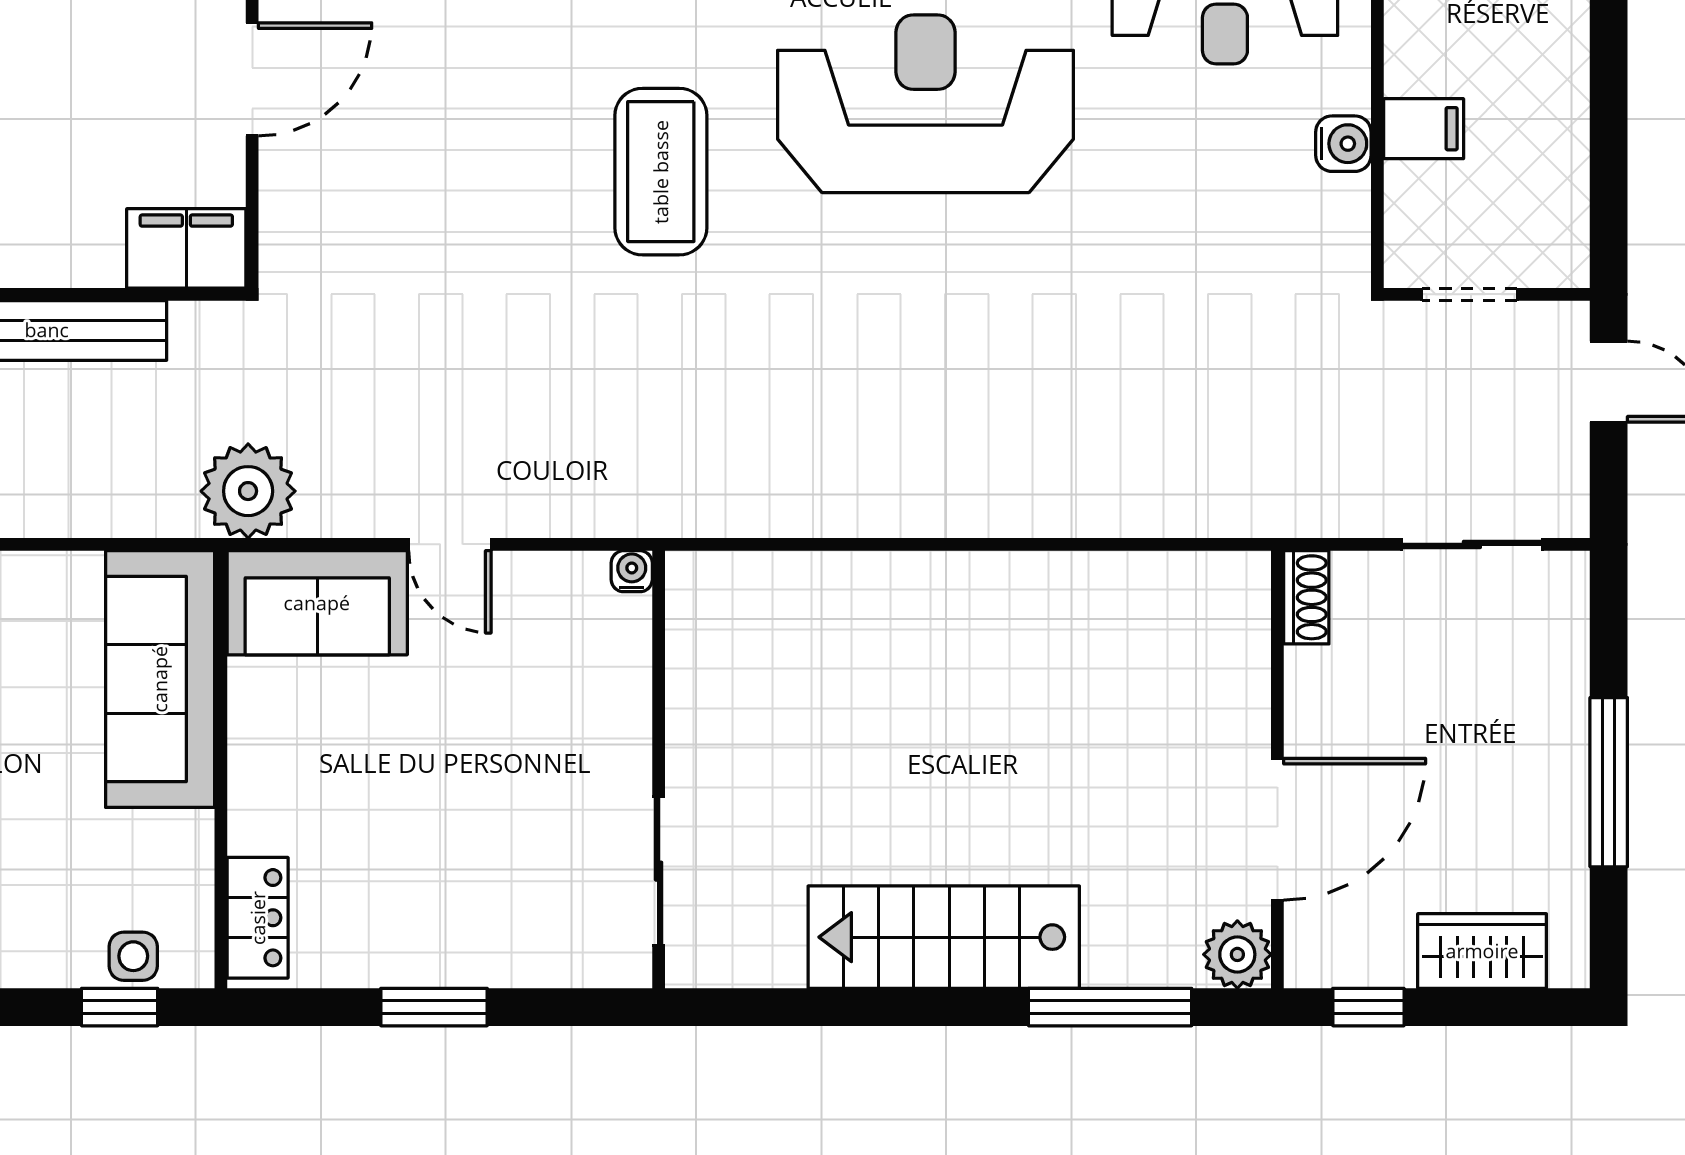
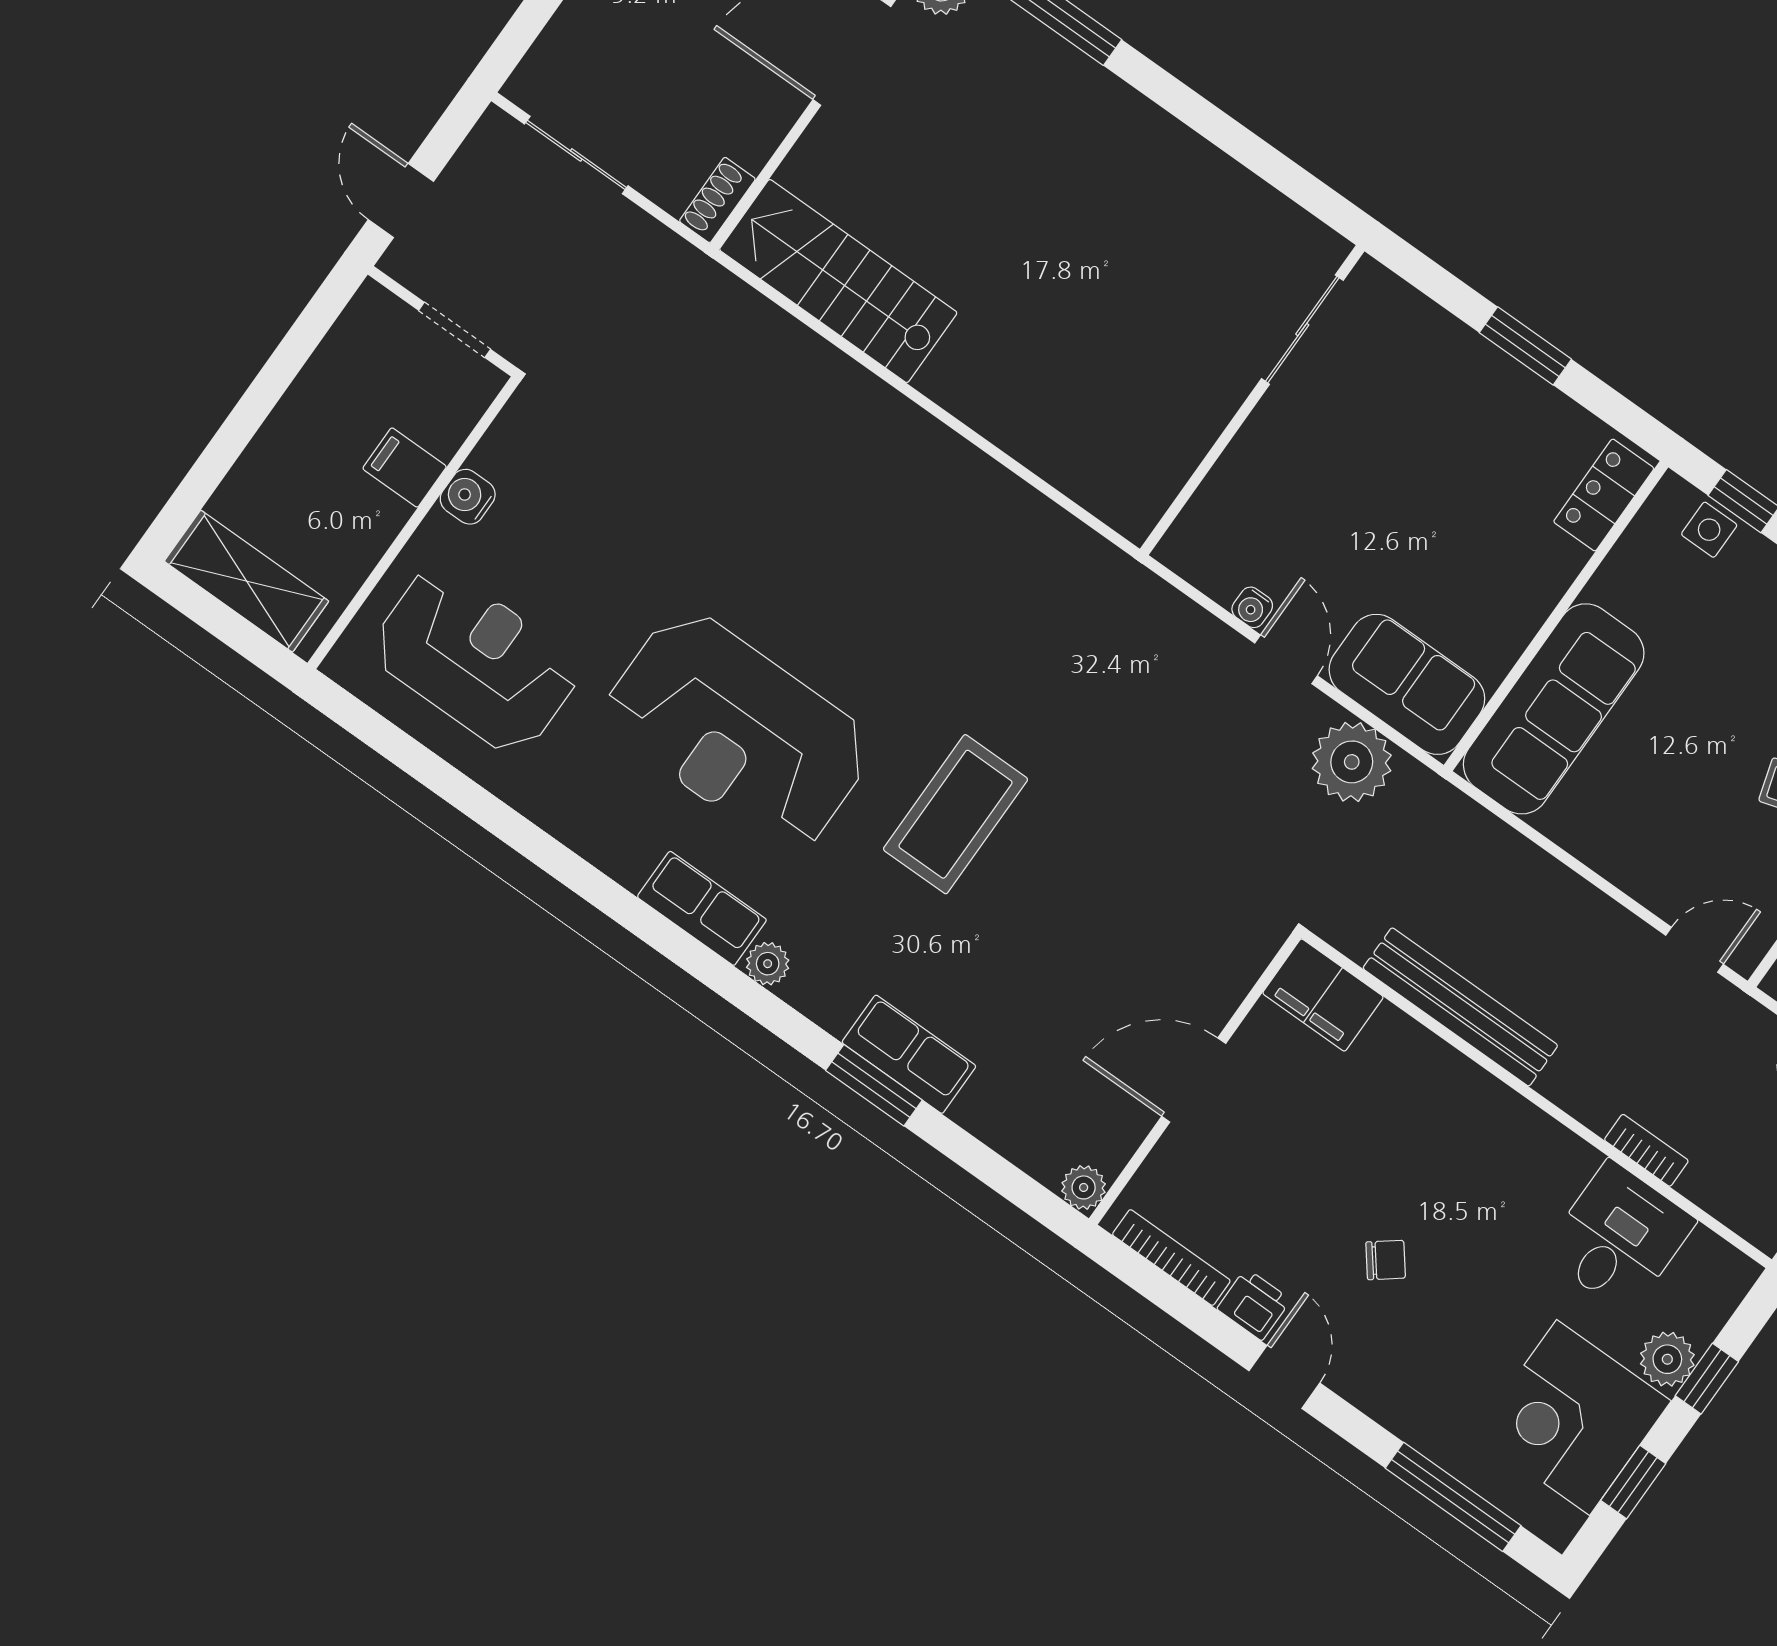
plant: (248, 491) -> (1352, 762), moved
water cooler: (632, 571) -> (1252, 607), moved
stairs: (944, 937) -> (838, 281), moved, turned 180

